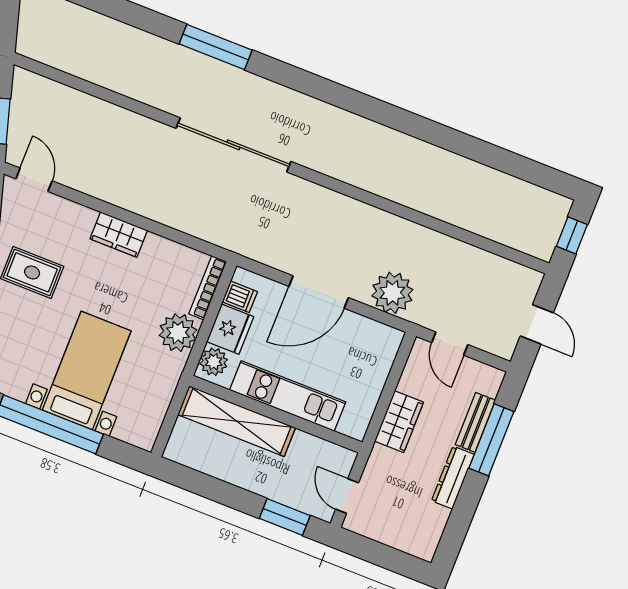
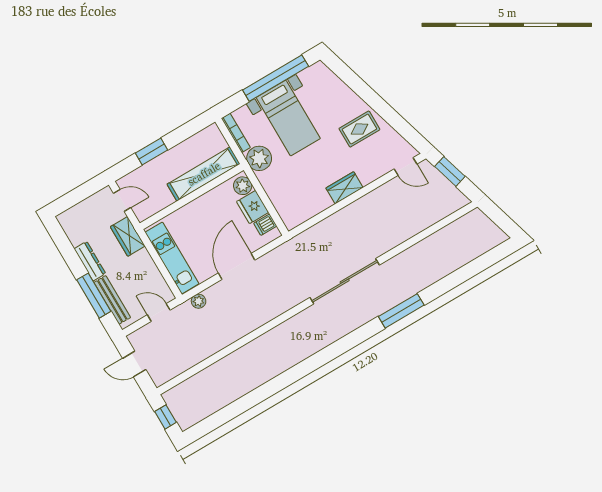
bookcase: (208, 288) -> (236, 133), moved
plant: (392, 293) -> (199, 301), width x0.53, depth x0.53
plant: (178, 333) -> (259, 158), moved
kitchen unit: (288, 396) -> (172, 258), moved, turned -90
wardrobe: (399, 422) -> (128, 236), moved
bench: (475, 422) -> (112, 300), width x1.36
window: (285, 517) -> (151, 151), moved

